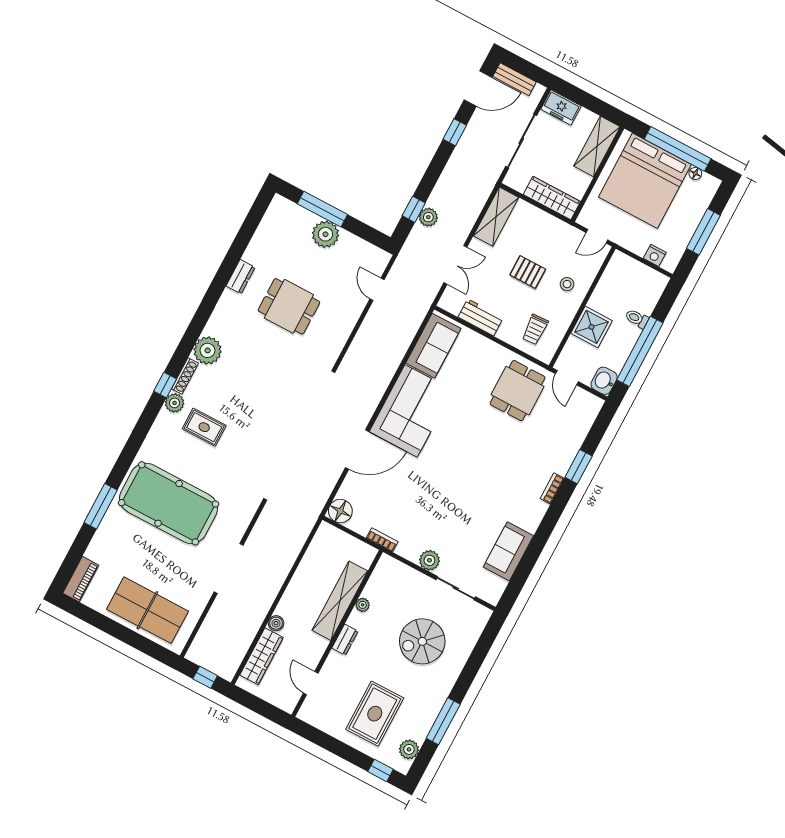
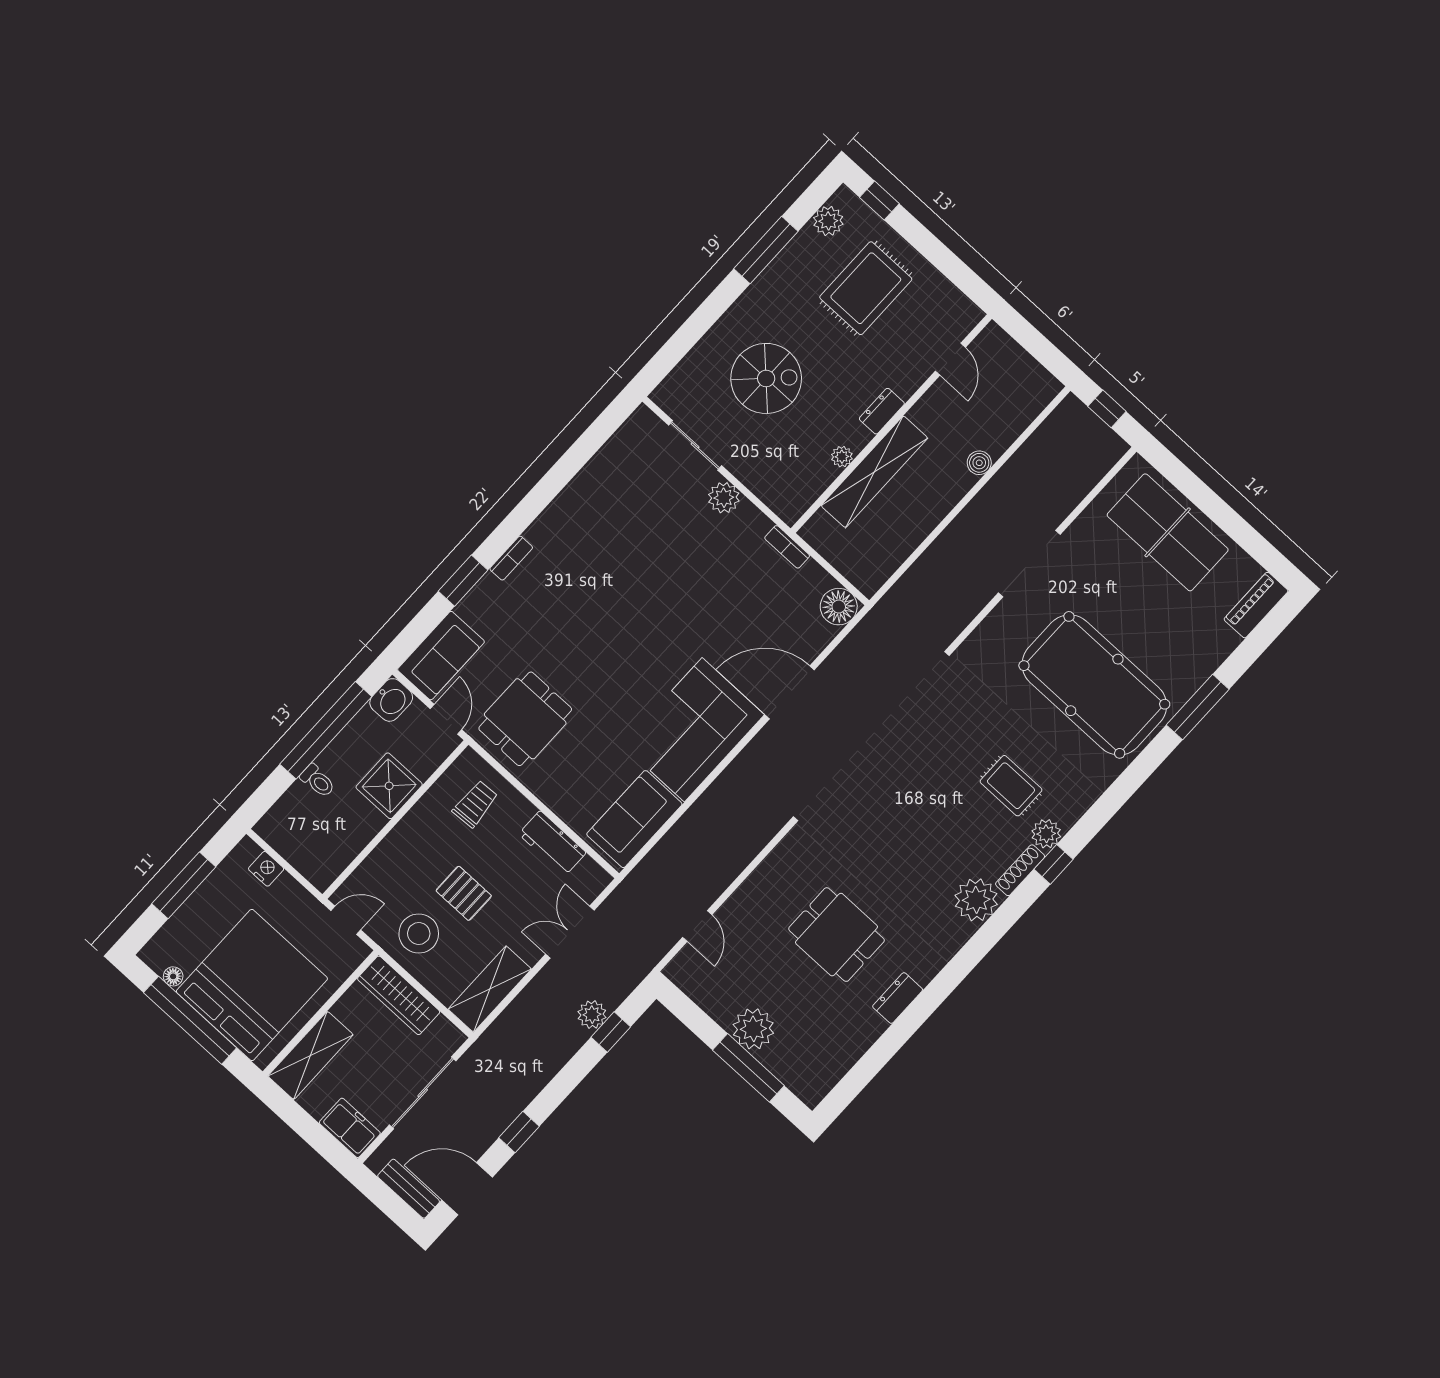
stool: (567, 284) -> (419, 934), moved, width x1.89, depth x1.89
sofa: (508, 551) -> (441, 656), moved
wardrobe: (262, 656) -> (1014, 419), removed

